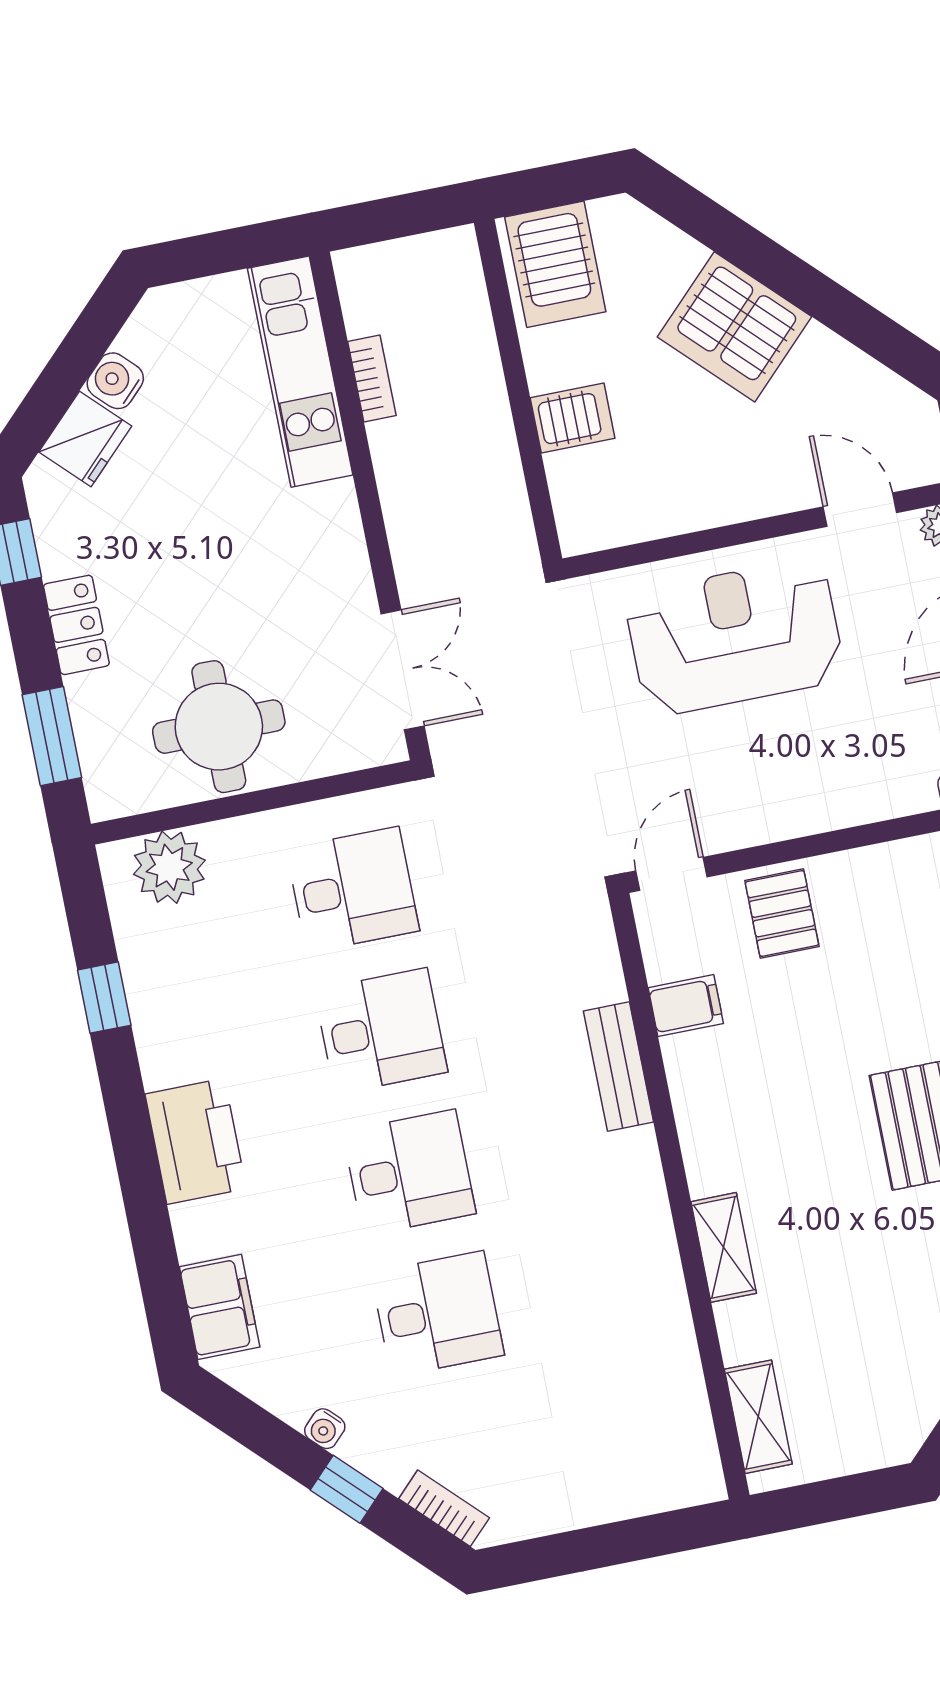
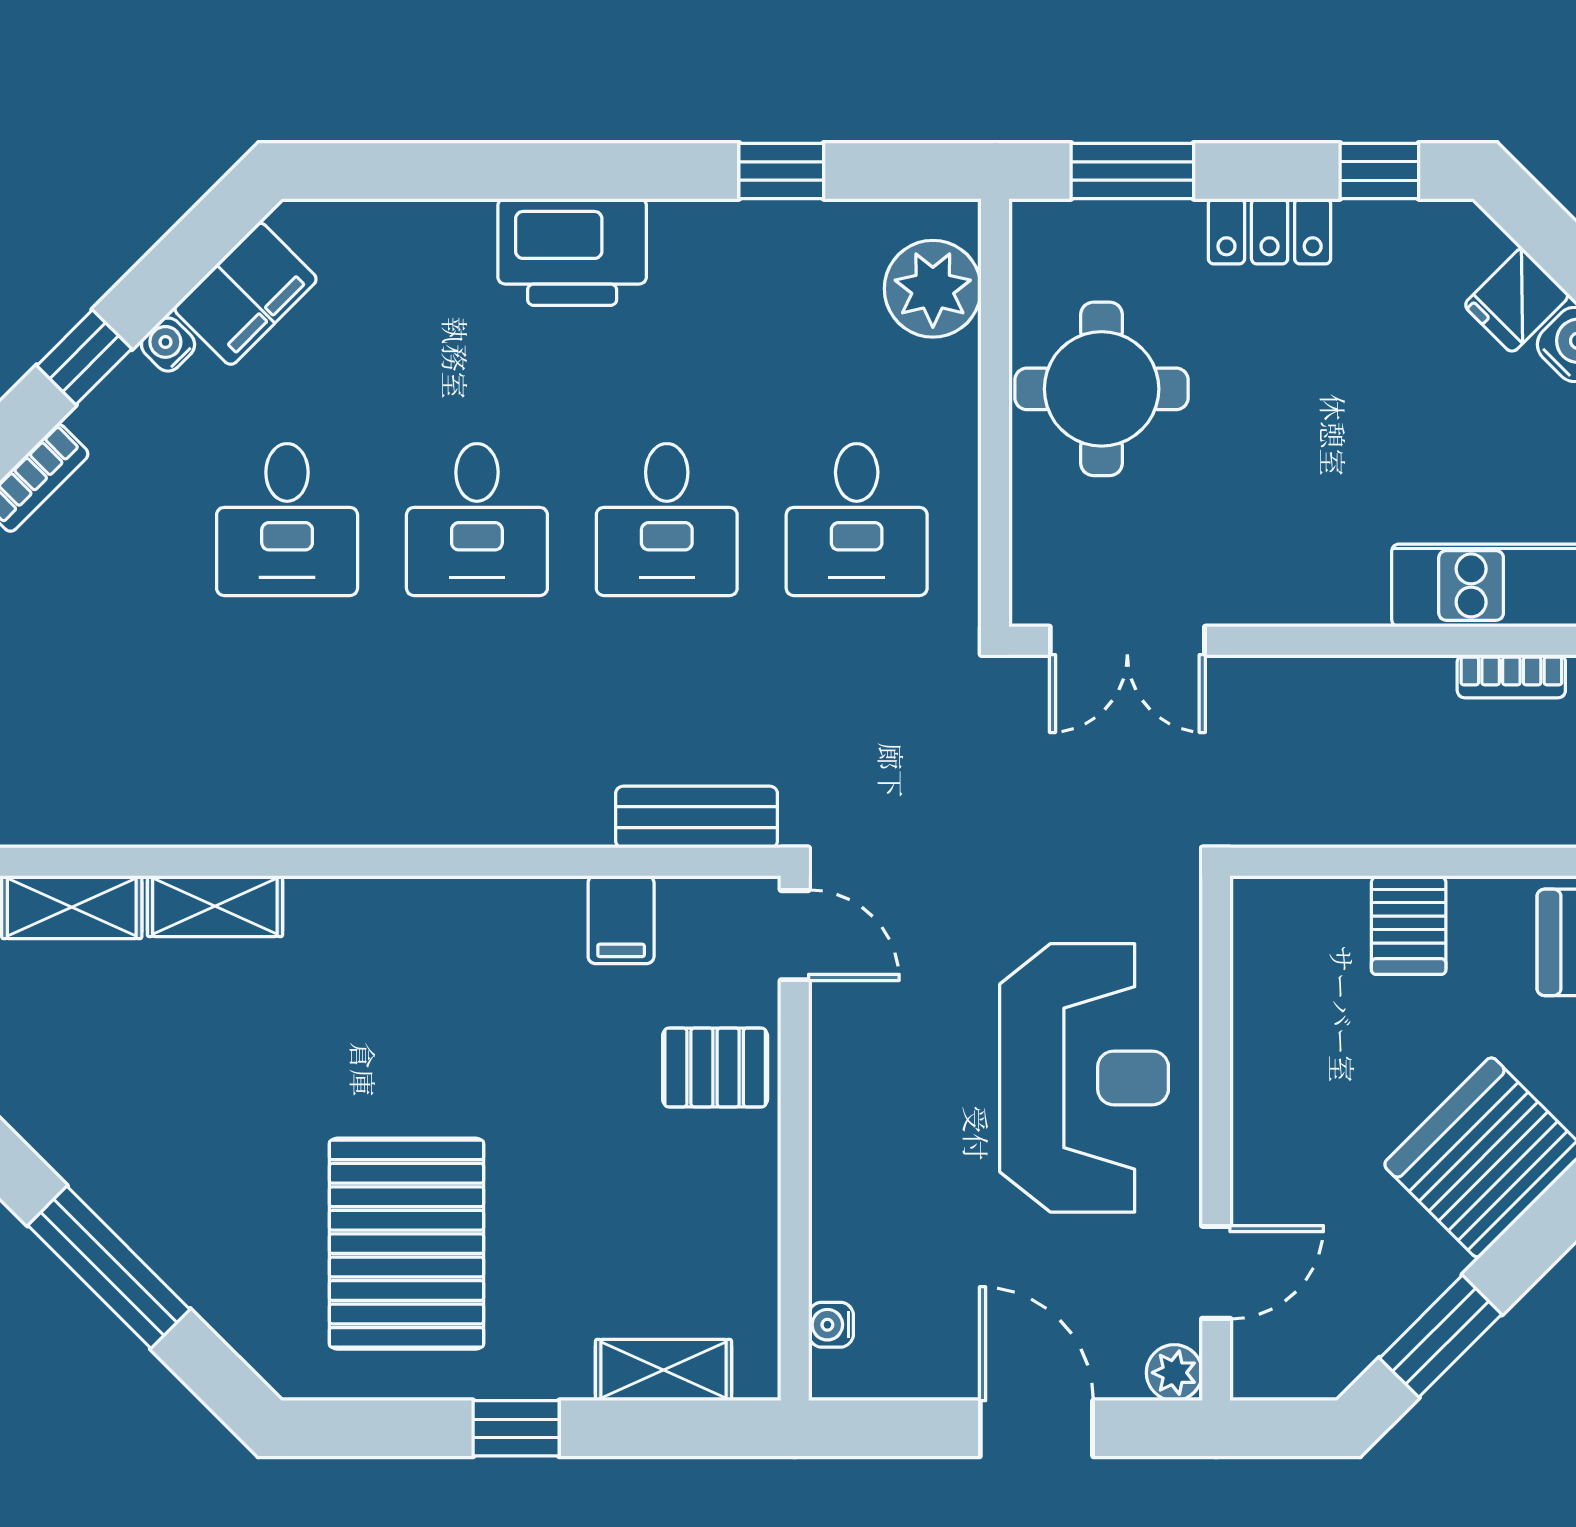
window: (874, 333) -> (1441, 1336), added
fridge: (85, 439) -> (1517, 300), width x0.72
bench: (618, 1067) -> (697, 817), moved
shelving: (724, 1247) -> (215, 906), moved
filing cabinet: (220, 1307) -> (245, 294), moved, turned -45

